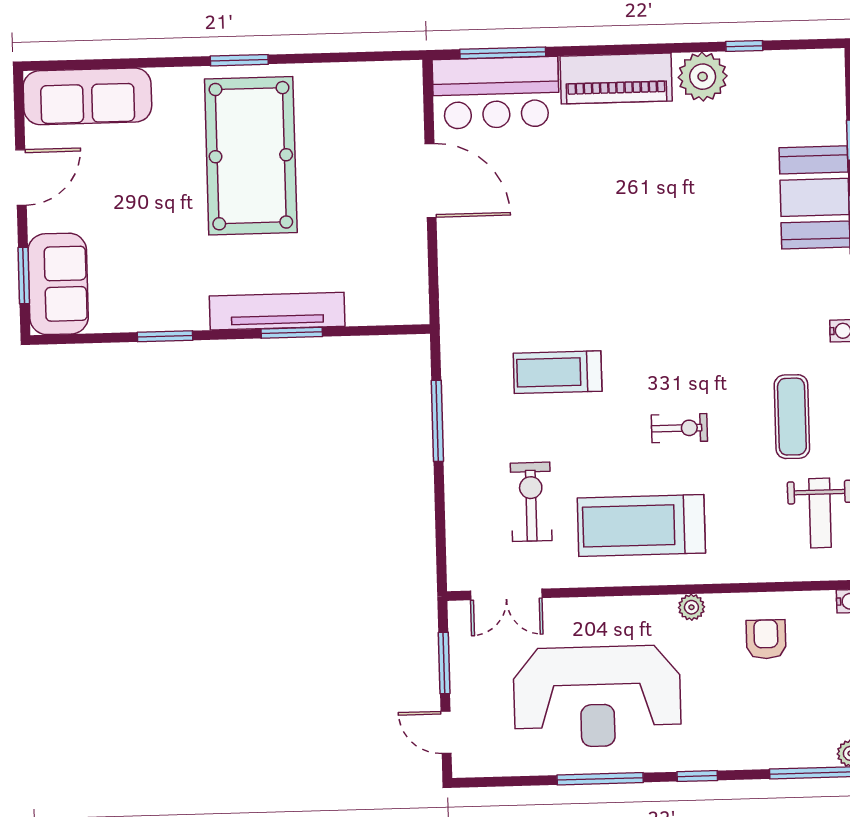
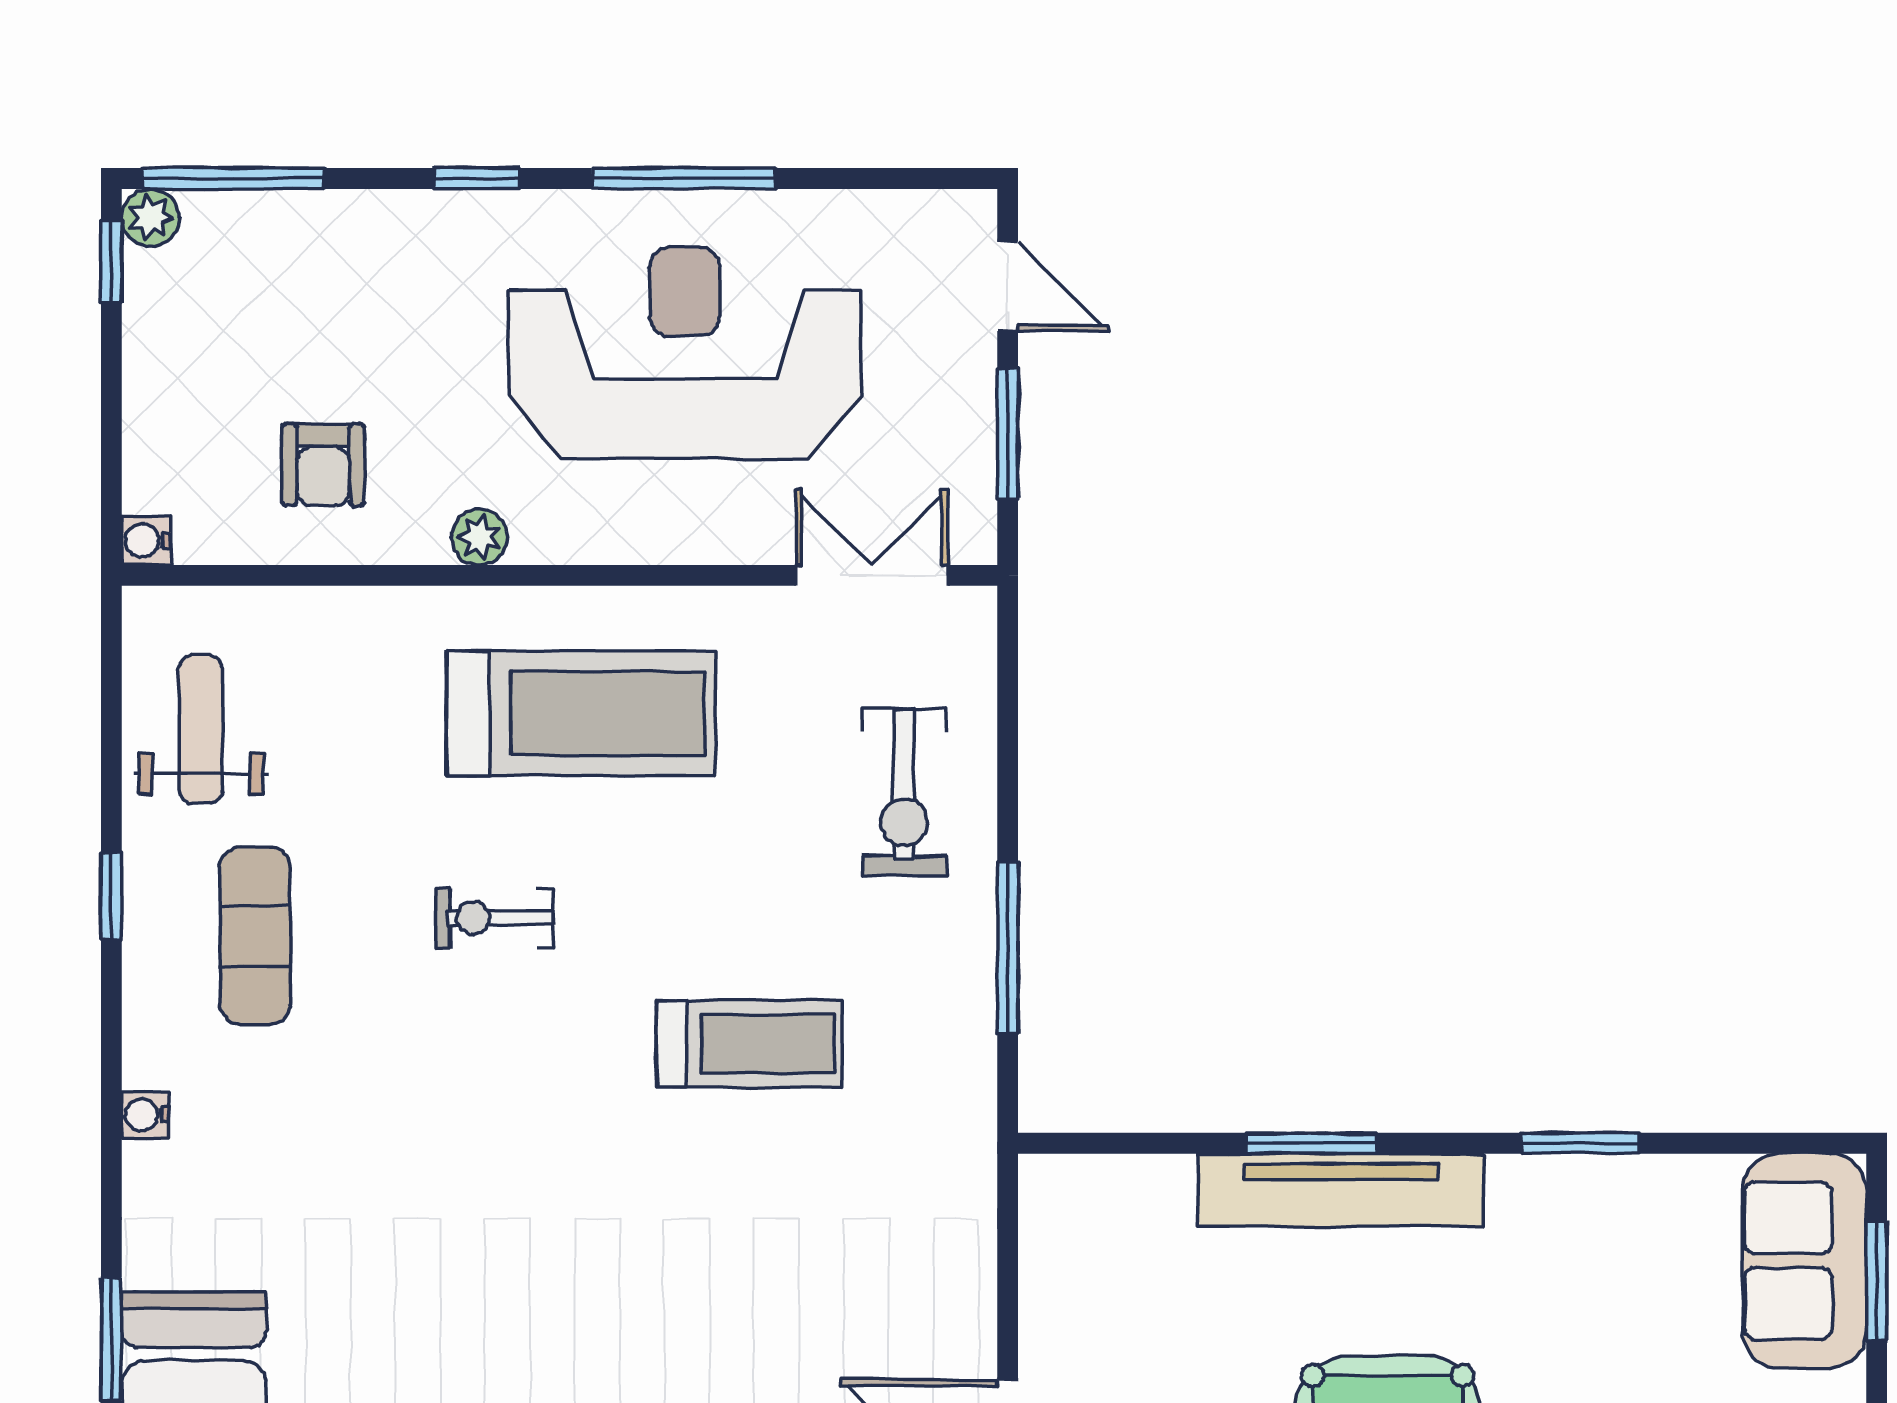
exercise bike: (531, 502) -> (904, 792), moved

